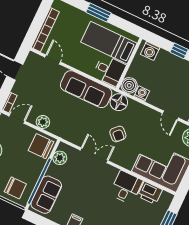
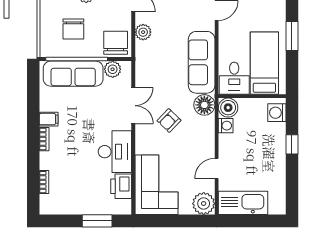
desk: (126, 187) -> (115, 152), width x1.37
chair: (15, 188) -> (73, 29), moved
sofa: (46, 195) -> (73, 74), width x1.36

